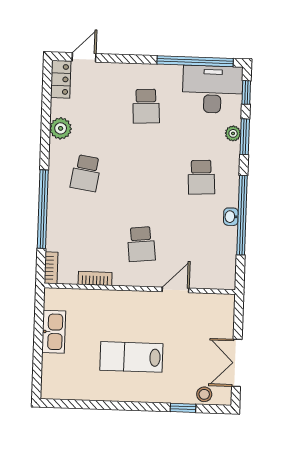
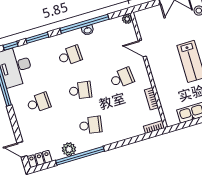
plant: (233, 133) -> (127, 19), moved
school desk: (144, 175) -> (80, 90), added
window: (43, 209) -> (80, 156), moved

